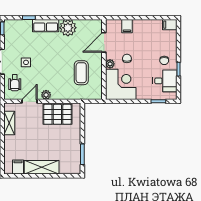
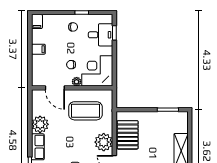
filing cabinet: (127, 26) -> (38, 49), moved
coffee table: (81, 73) -> (85, 111), width x1.36, depth x1.32
desk: (165, 81) -> (101, 35), moved, turned 90
plant: (46, 95) -> (104, 142), width x1.87, depth x1.87

